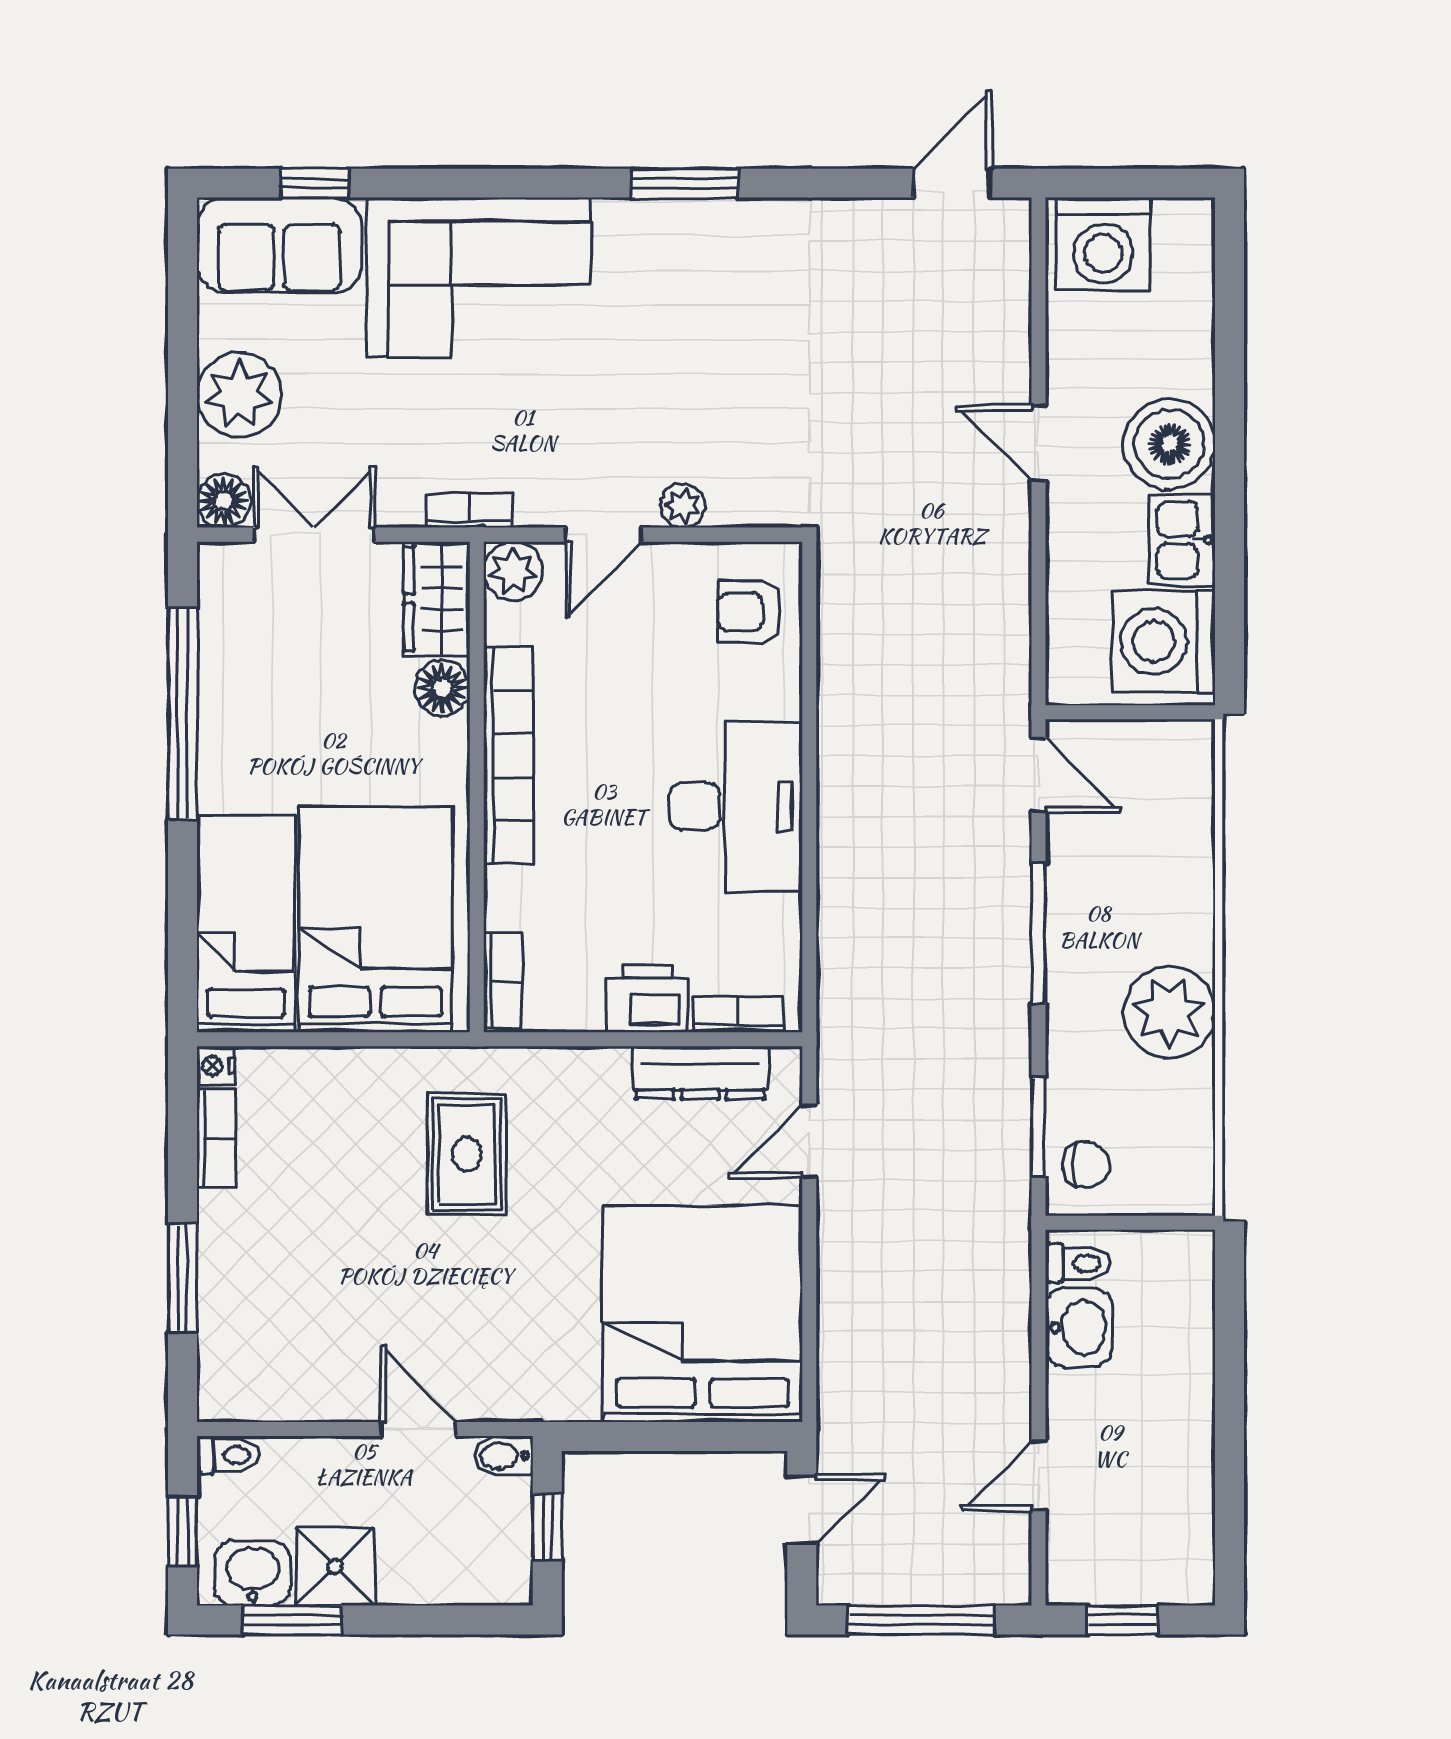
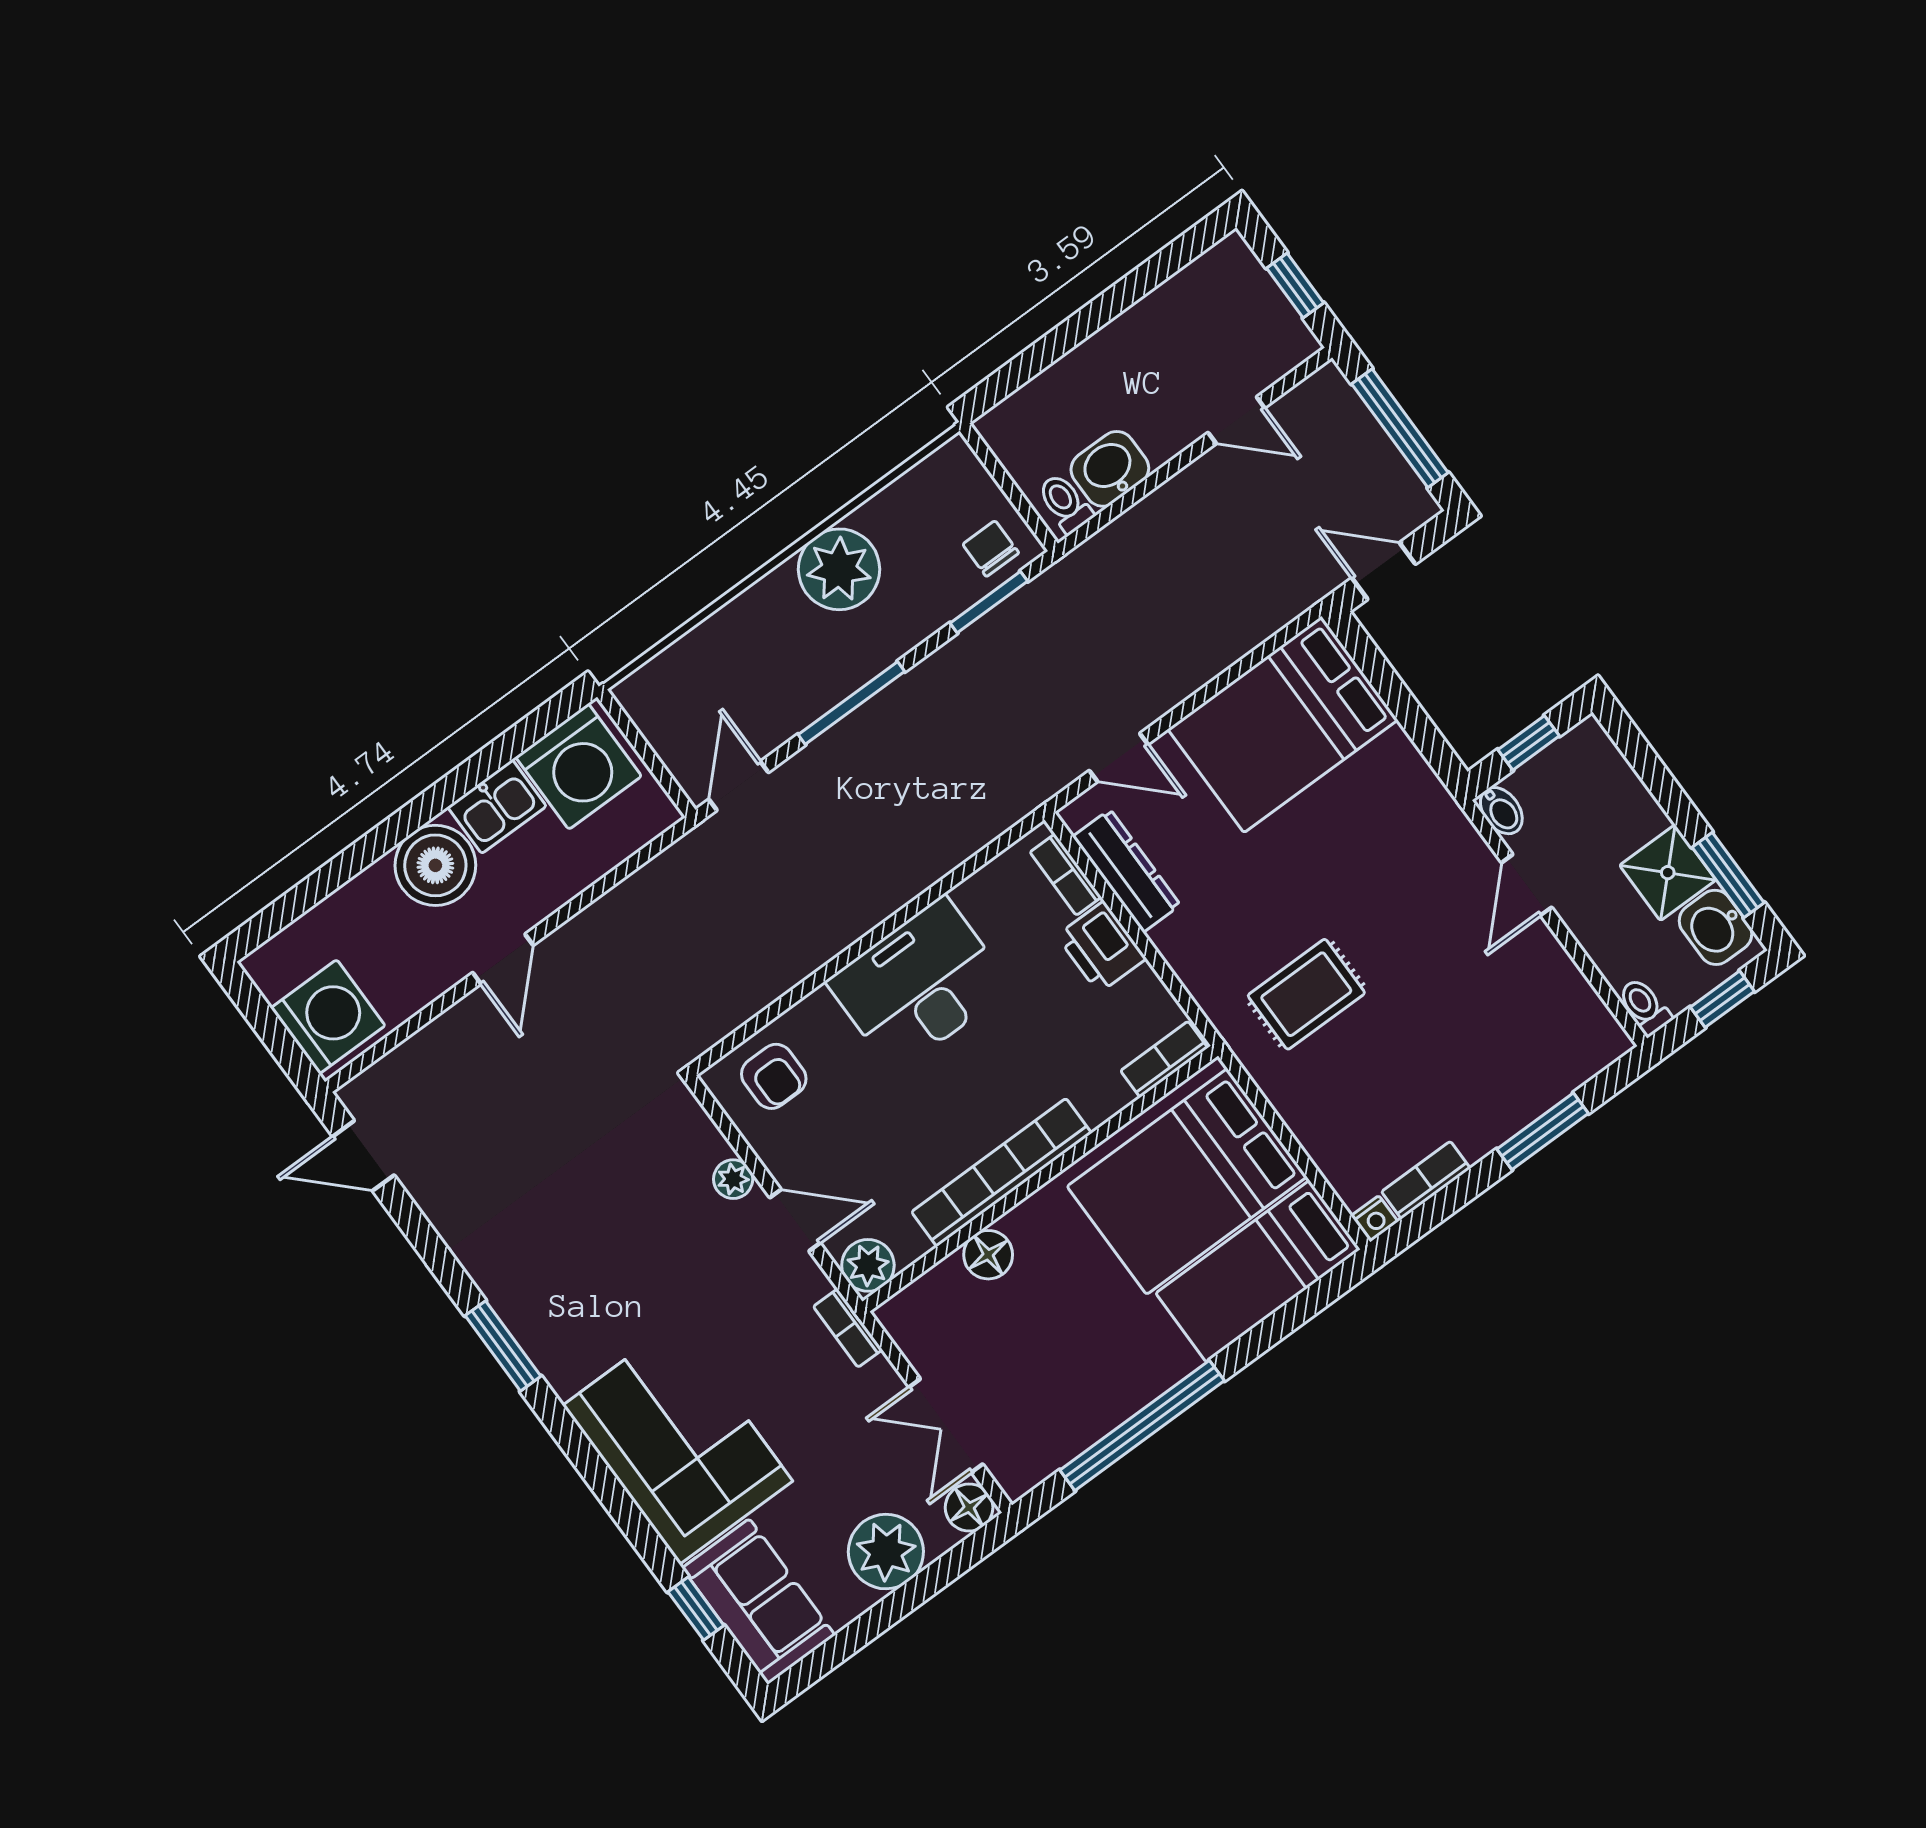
wardrobe: (437, 599) -> (928, 1305), removed
bed: (703, 1314) -> (1283, 724), width x0.73

